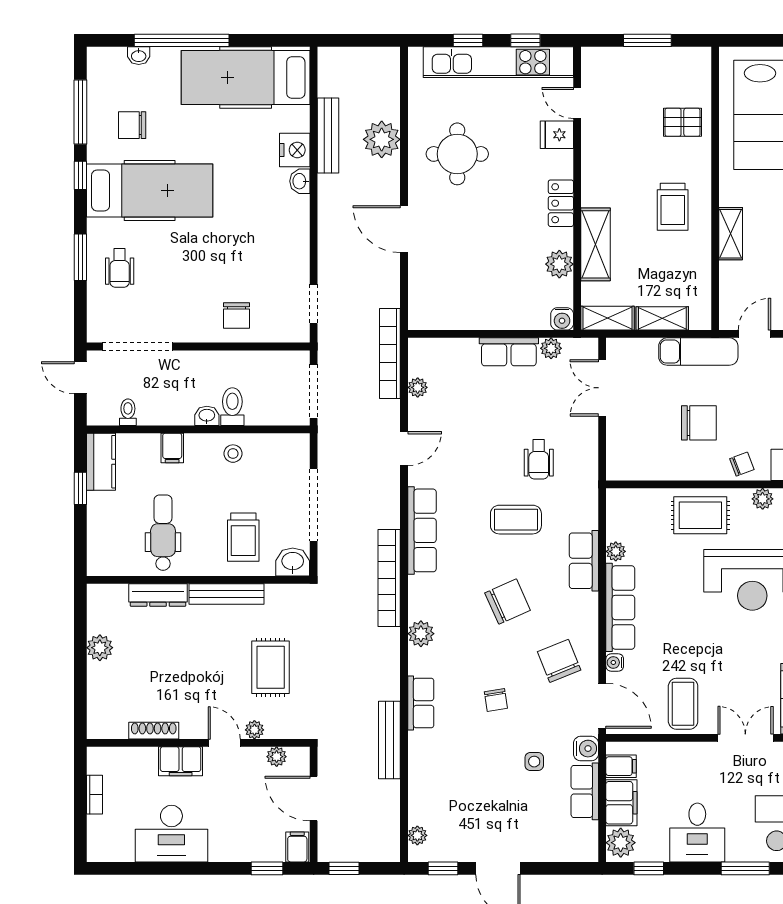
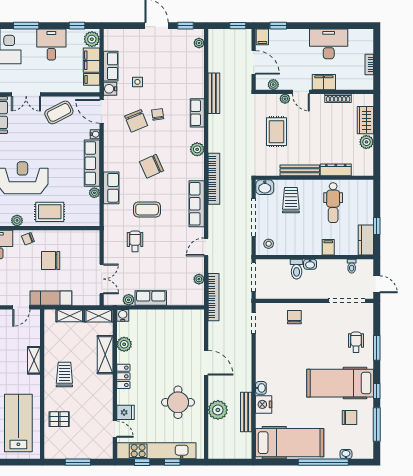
stool: (233, 454) -> (269, 244), moved
chair: (559, 661) -> (136, 121), moved
wardrobe: (102, 689) -> (365, 120), added
coffee table: (683, 704) -> (59, 112), turned 63

